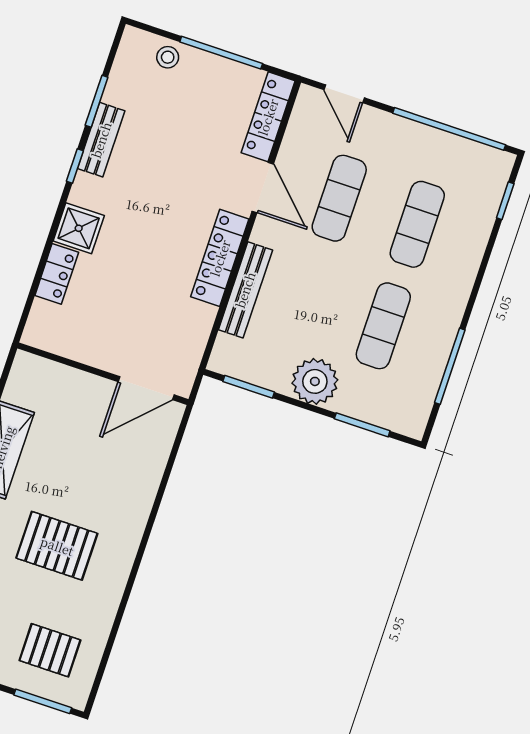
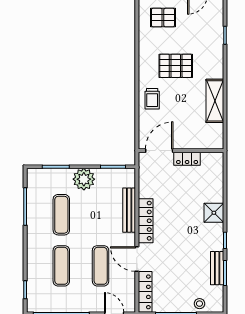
bench: (101, 140) -> (217, 268), moved
locker: (57, 274) -> (187, 159), moved, turned -90
trolley: (125, 496) -> (152, 99), added

